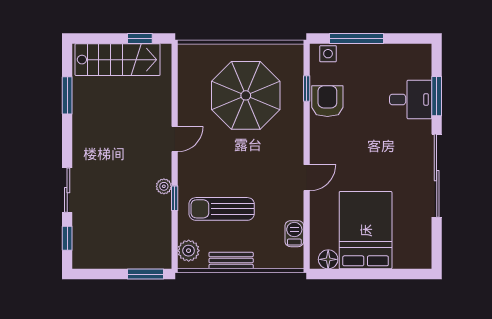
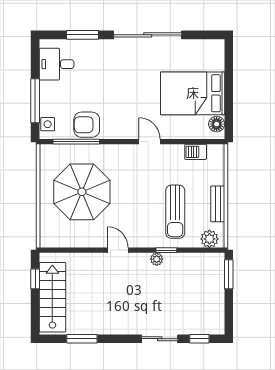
window: (307, 89) -> (76, 142), width x2.17
desk: (411, 99) -> (57, 64), moved, turned -90

